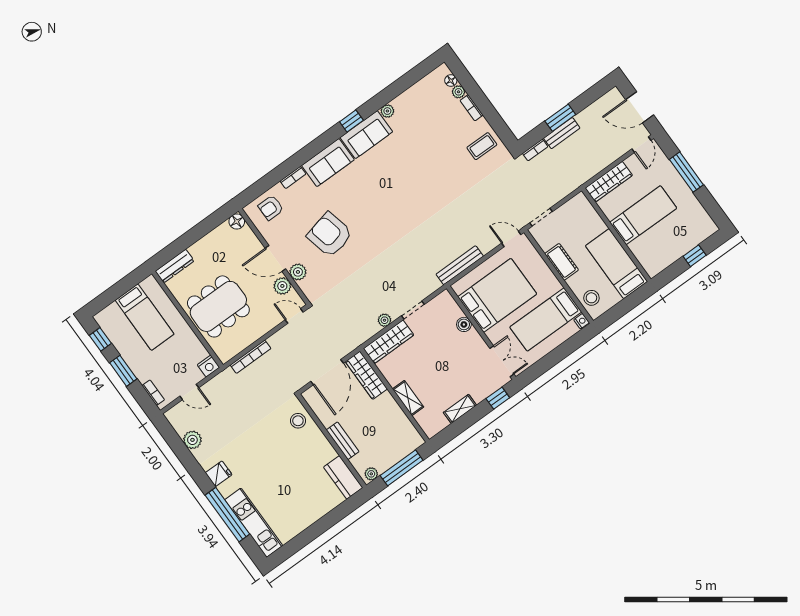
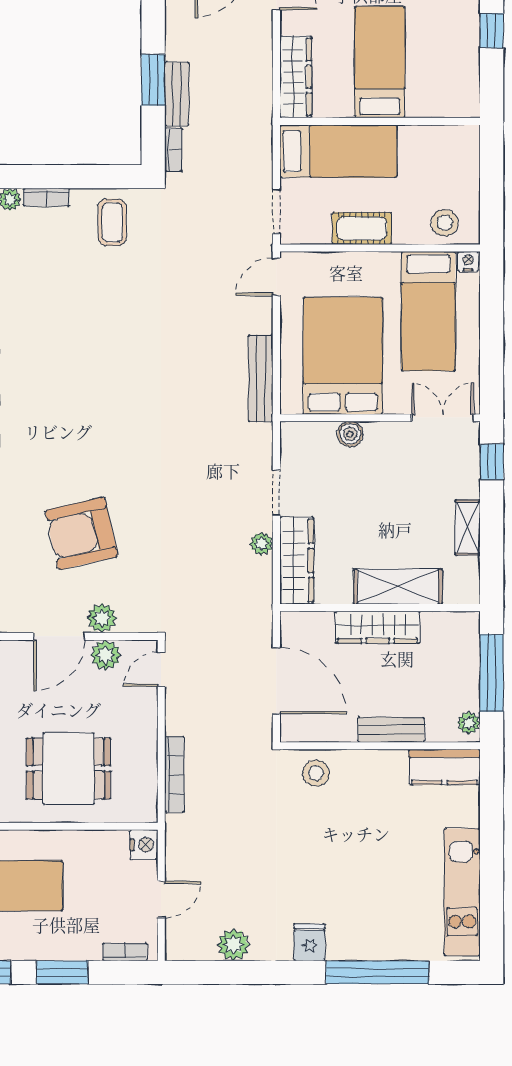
bed: (616, 264) -> (338, 151), moved, turned 180
dining table: (218, 306) -> (69, 768), width x0.73
wardrobe: (366, 375) -> (378, 627), moved
shelving: (408, 398) -> (398, 587), width x1.50, depth x1.33
kitchen unit: (254, 523) -> (462, 892), moved, turned -90

